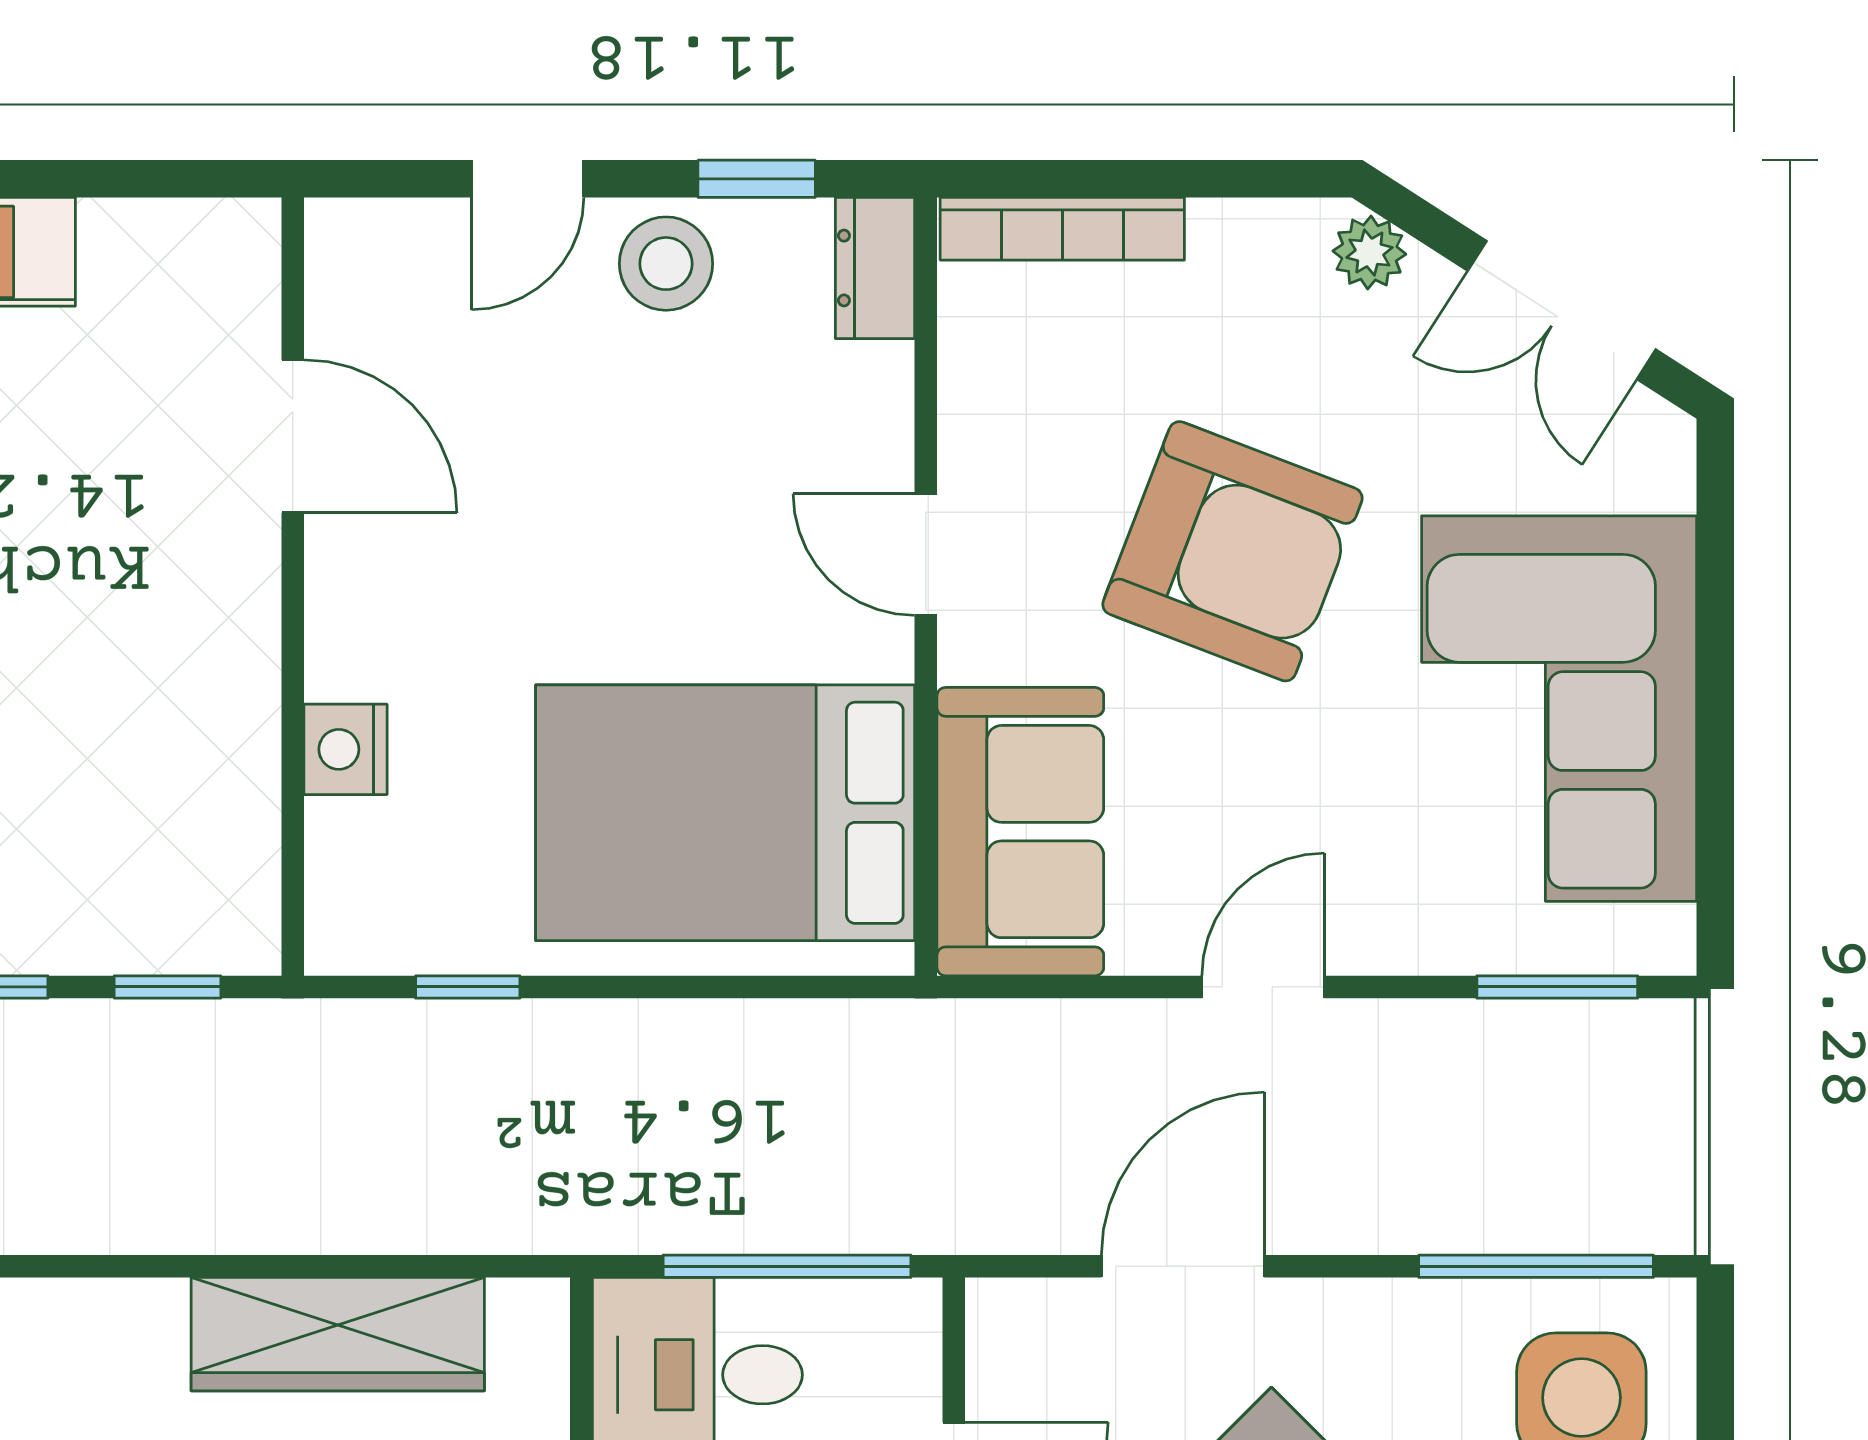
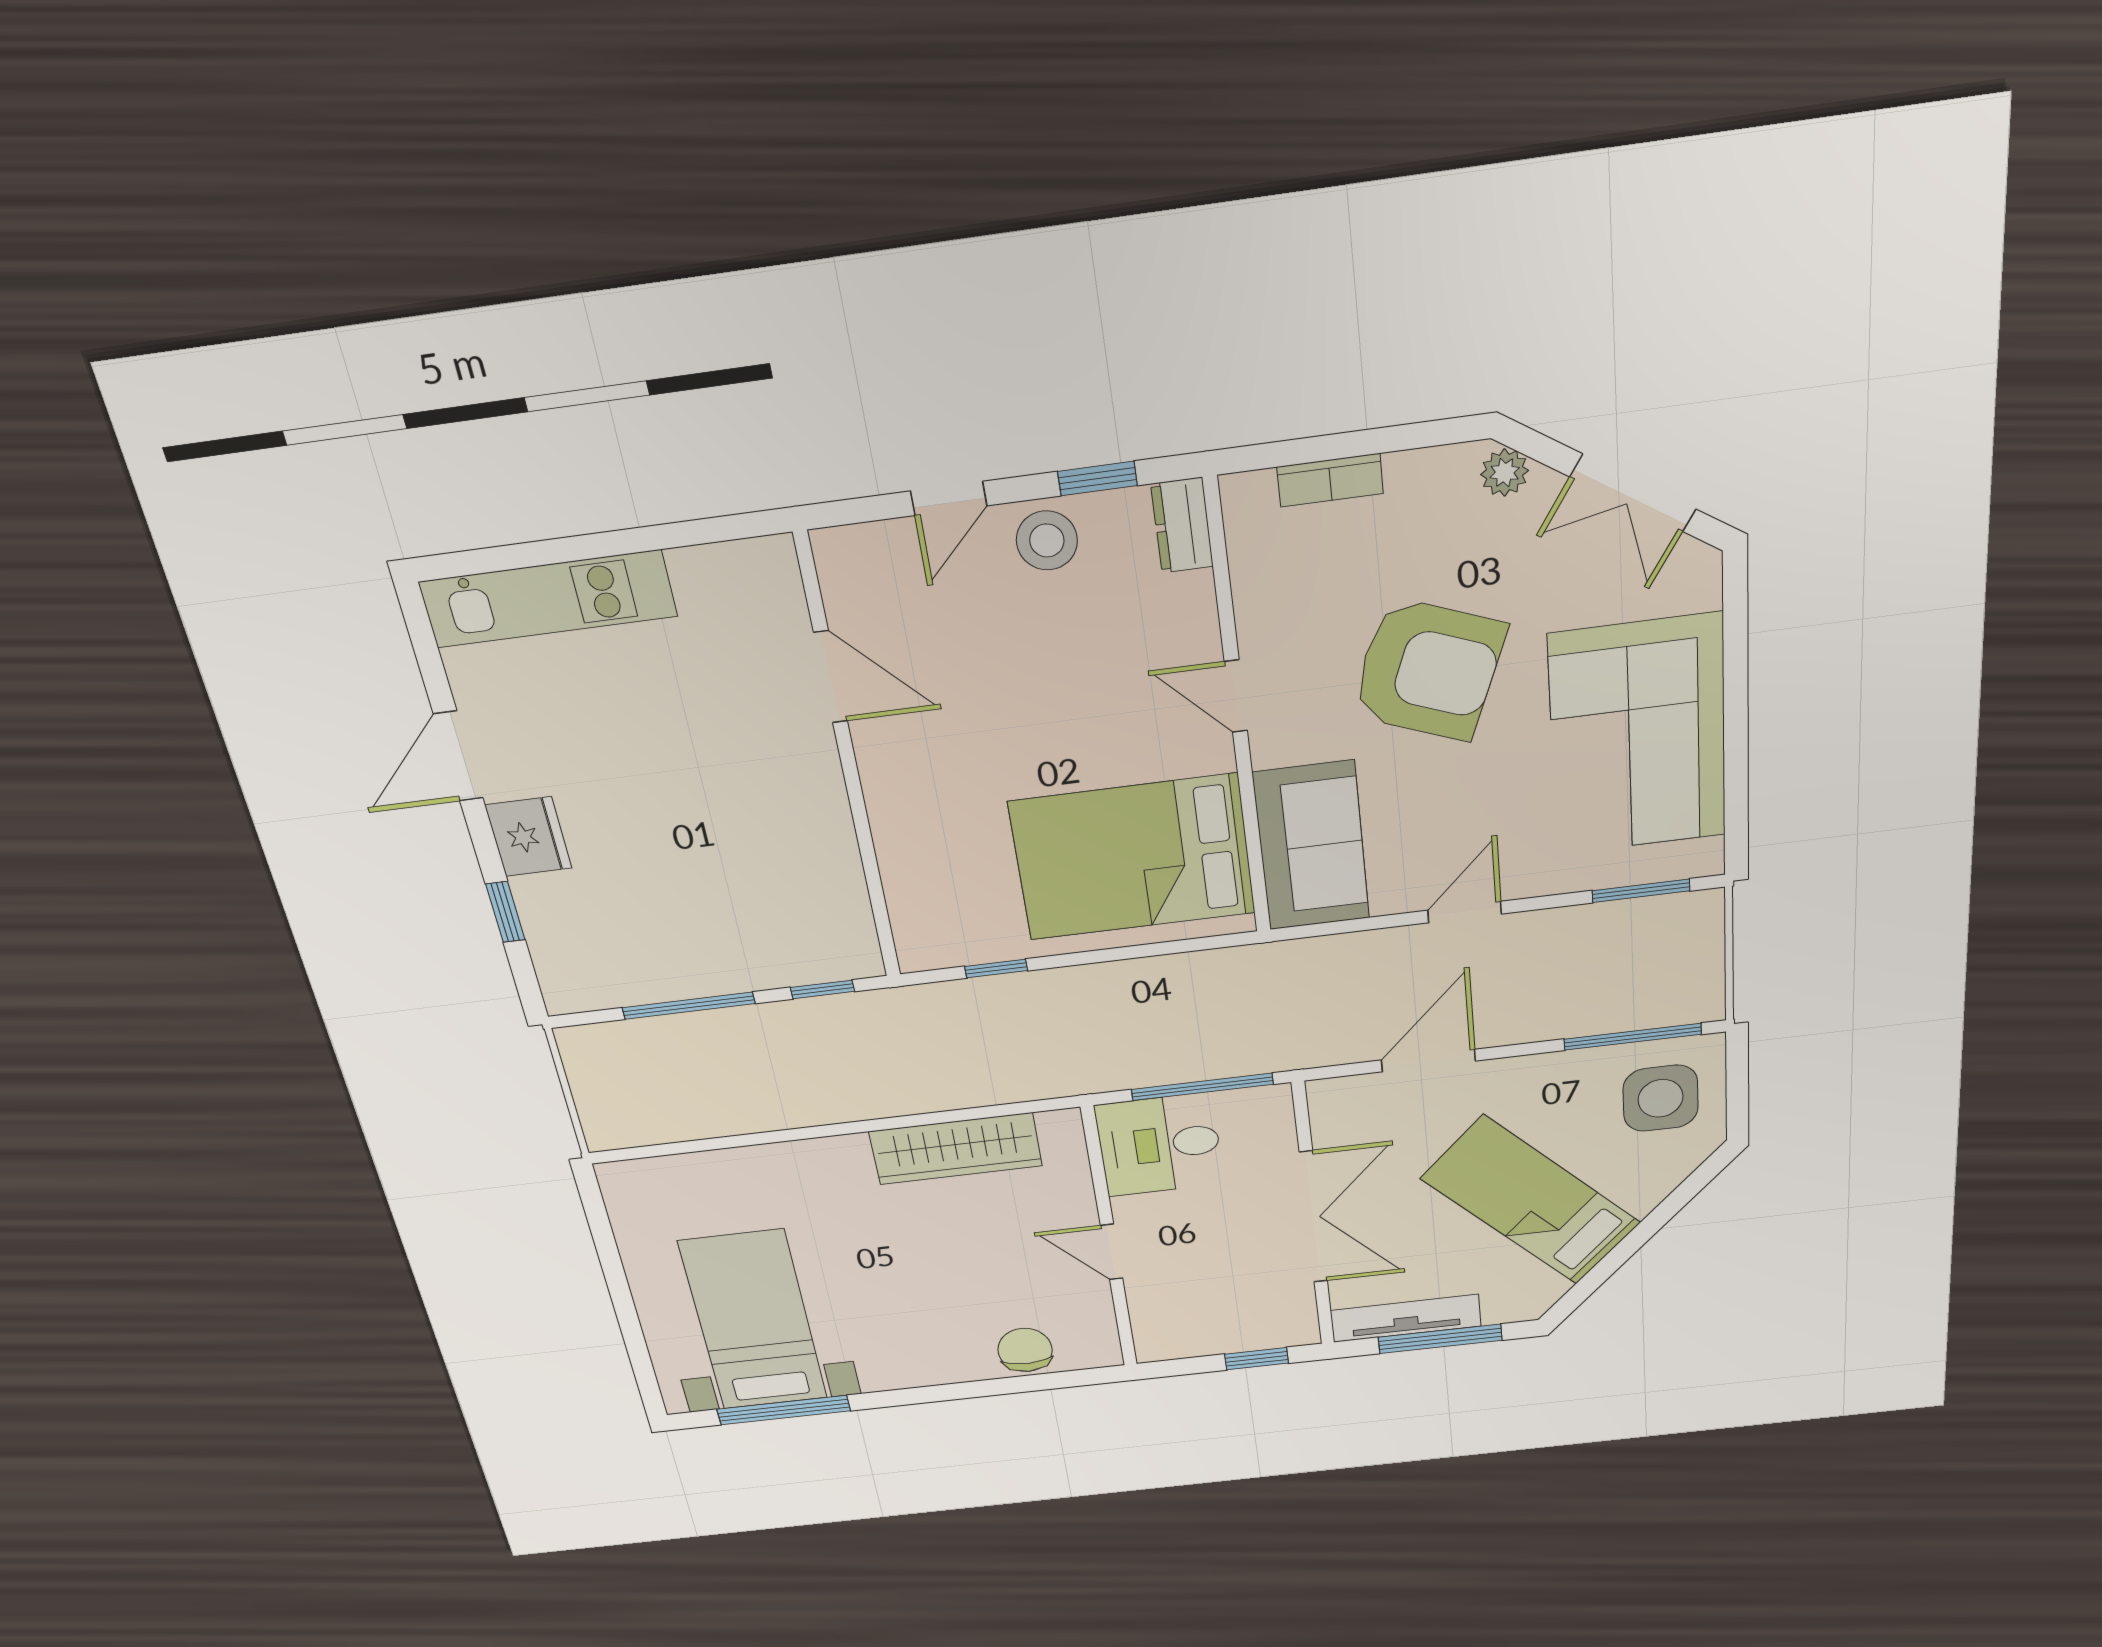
bookcase: (1062, 229) -> (1330, 480), width x0.64
nightstand: (345, 749) -> (900, 851), removed

